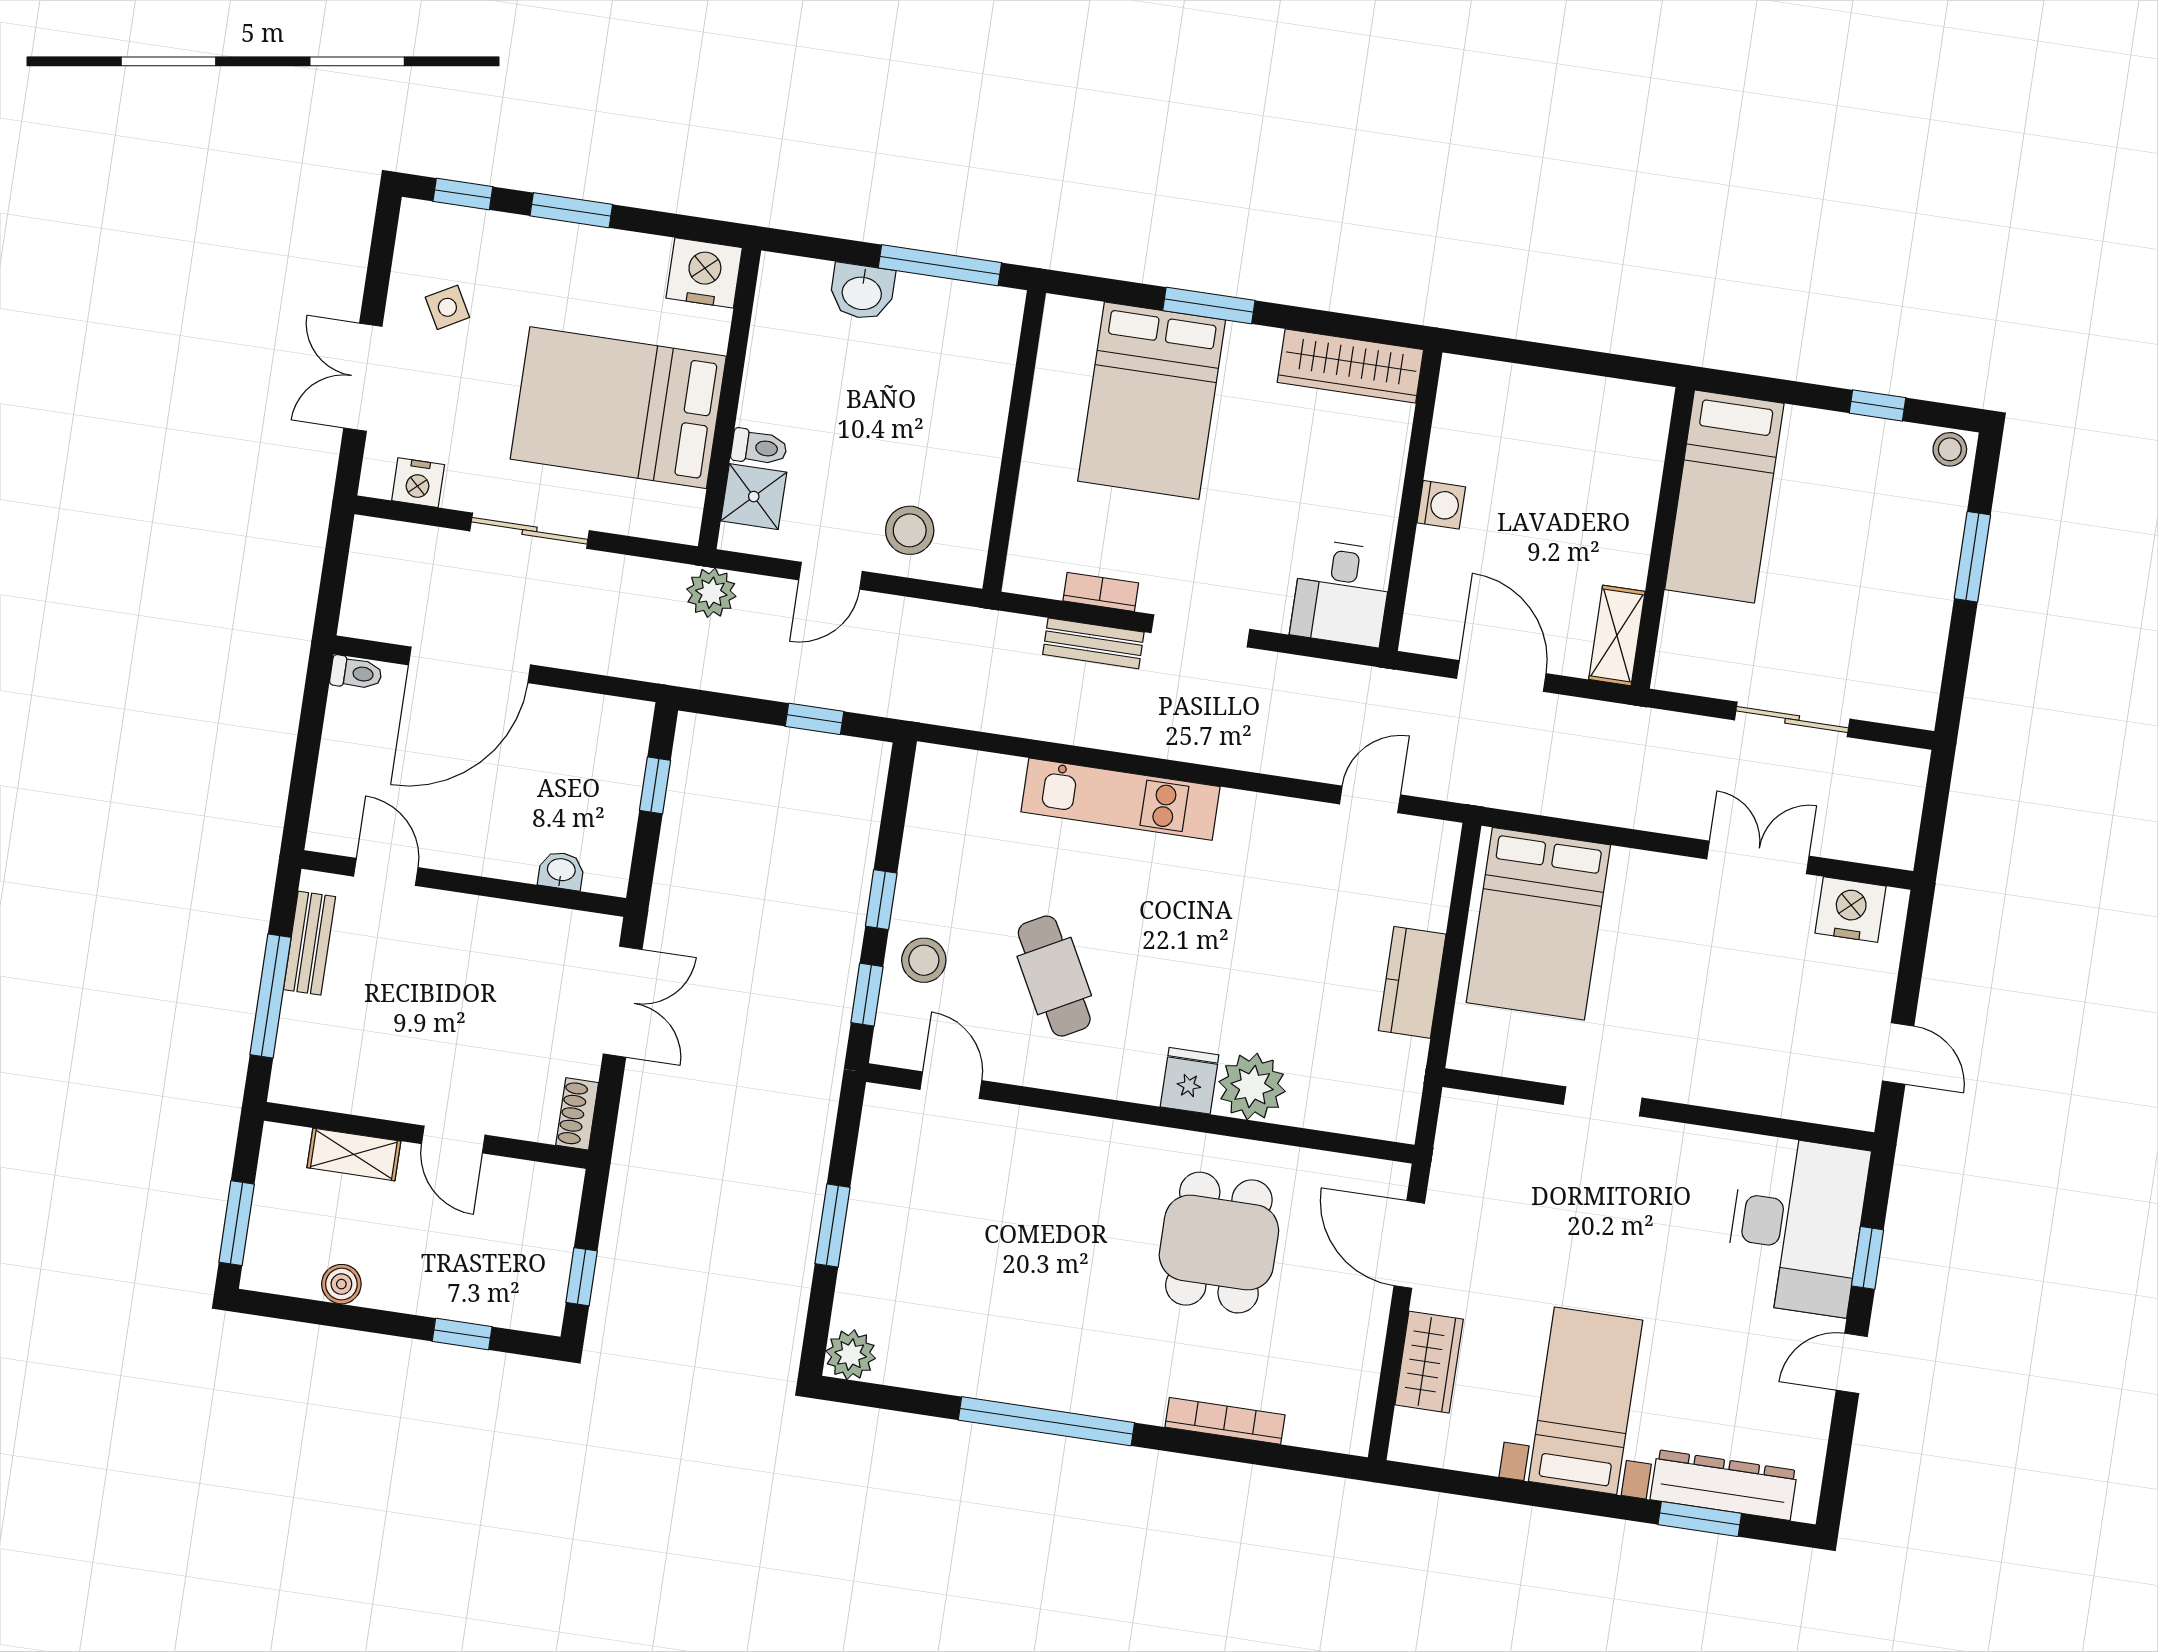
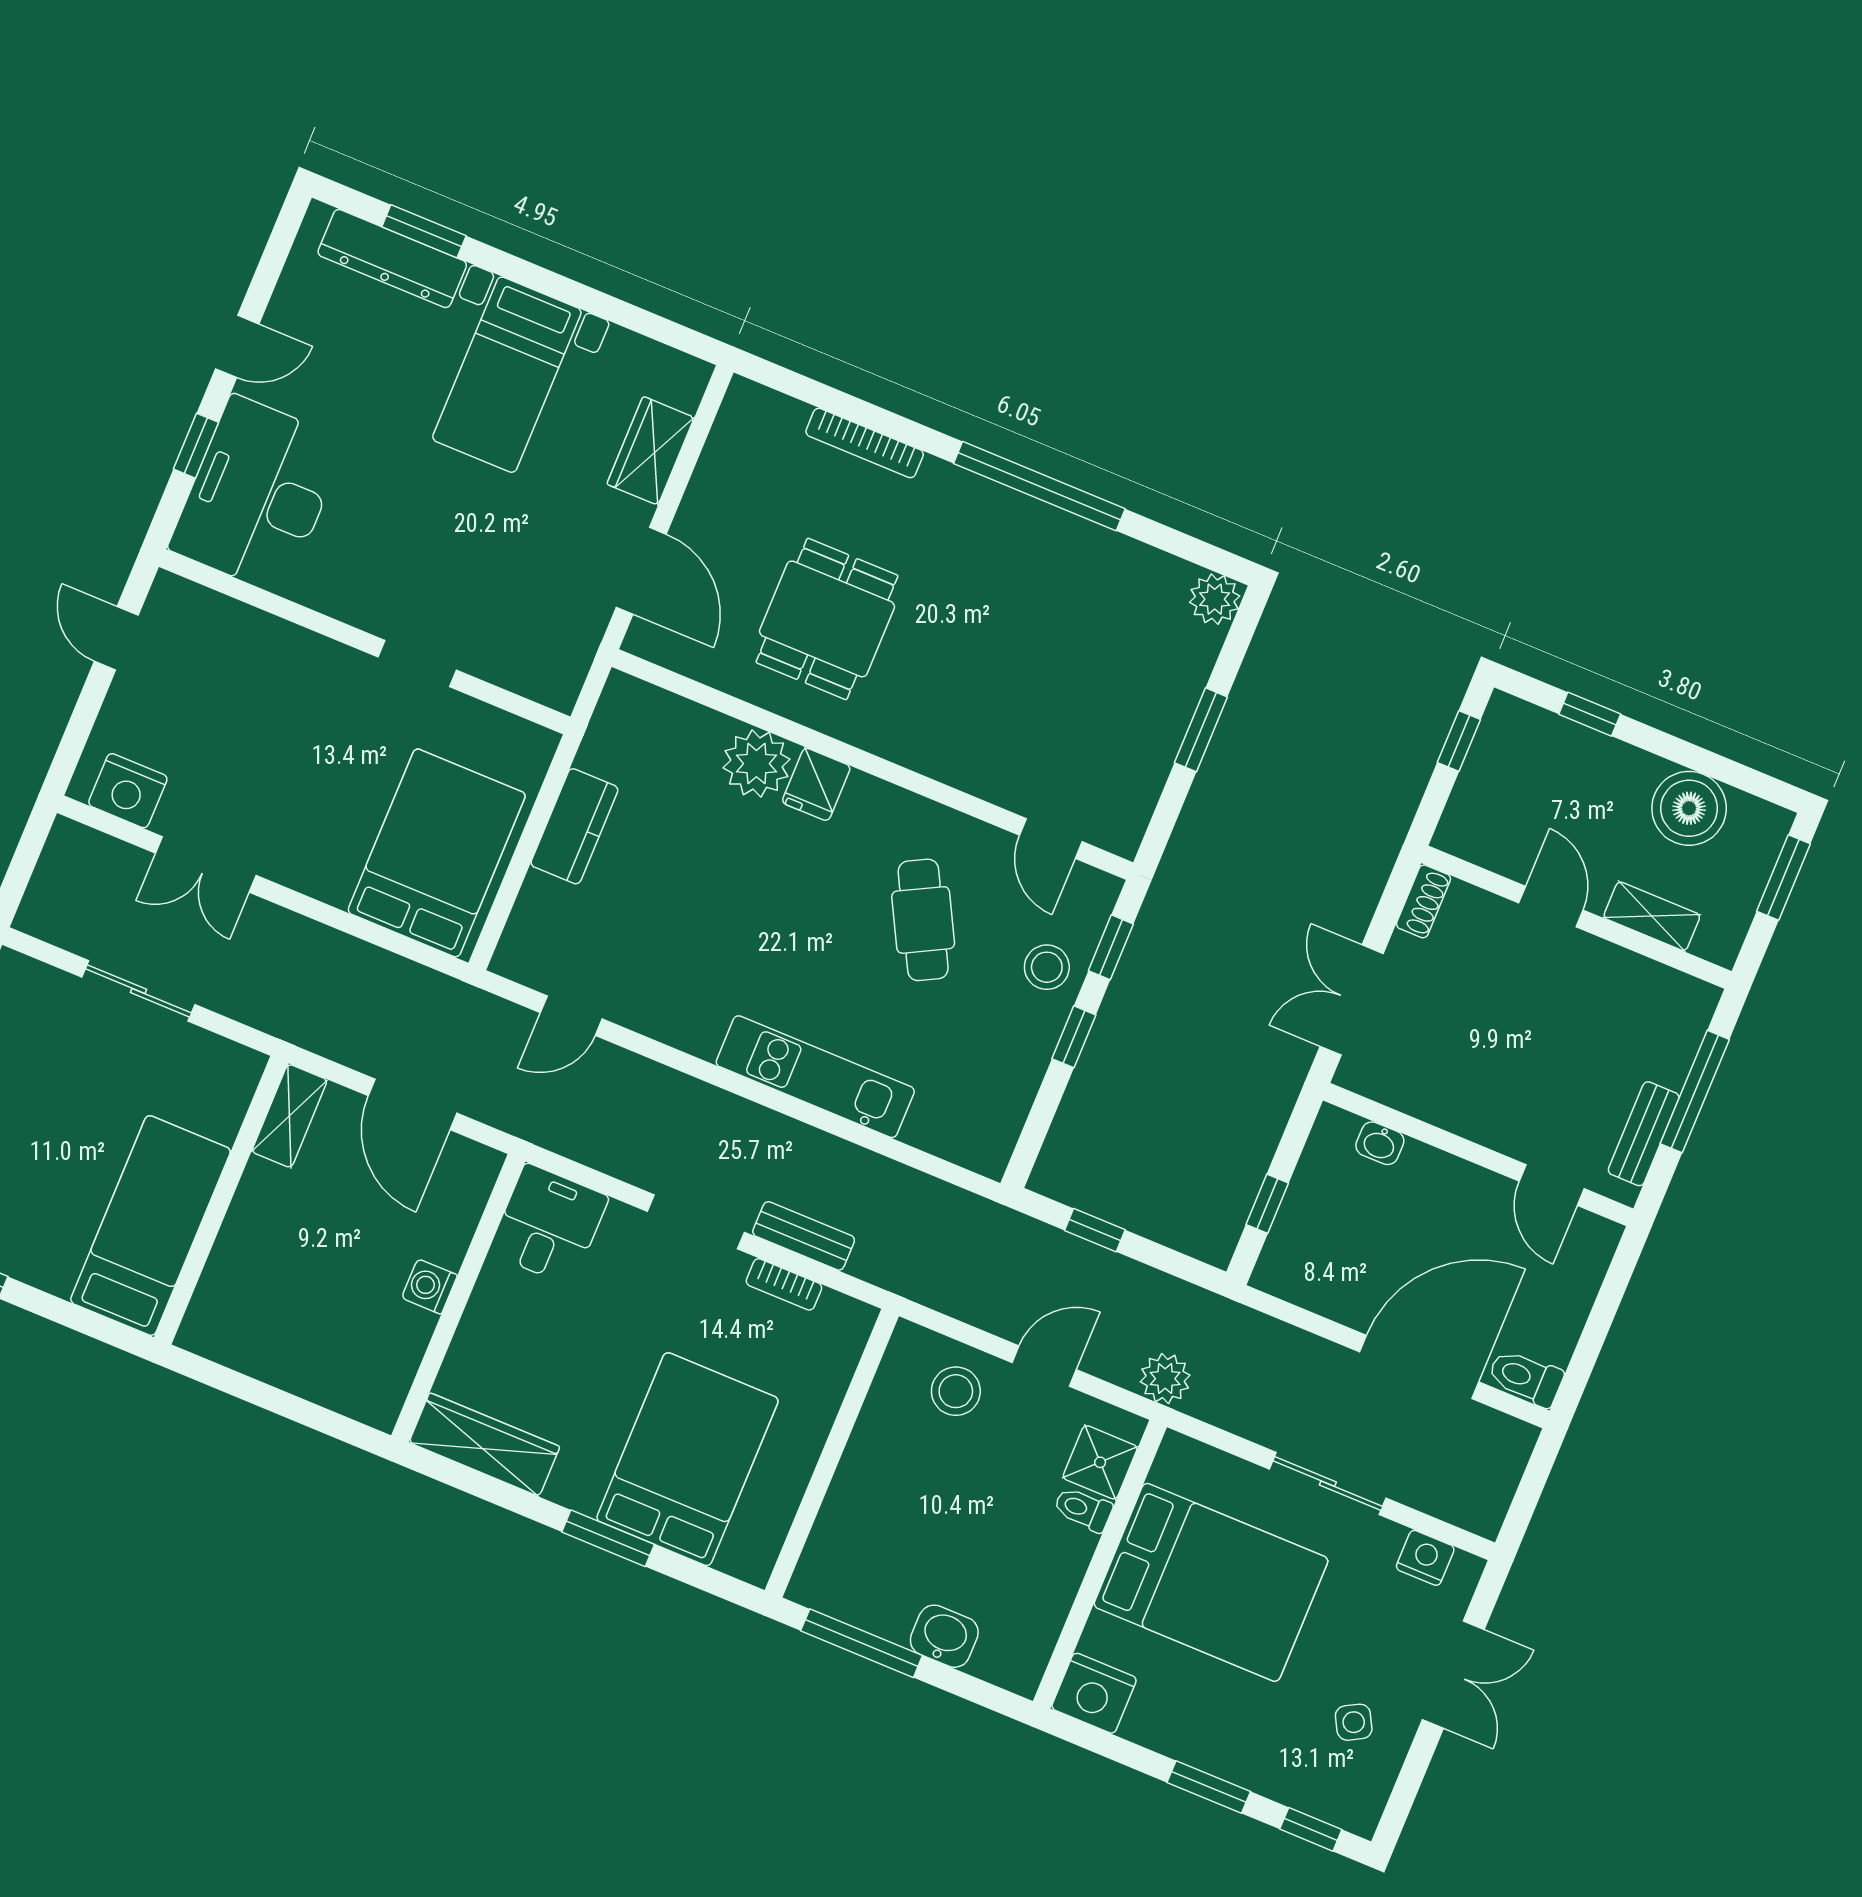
toilet: (356, 673) -> (1525, 1378), width x1.37, depth x1.39
boiler: (341, 1284) -> (1689, 808), width x1.86, depth x1.86

